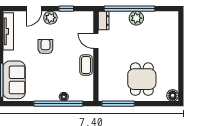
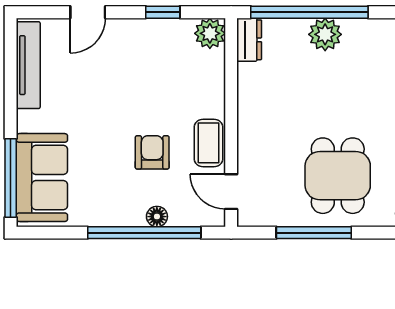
plant: (50, 18) -> (210, 33), moved
door: (96, 41) -> (231, 192), moved
armchair: (45, 47) -> (152, 152), moved
window: (118, 104) -> (314, 233), moved

